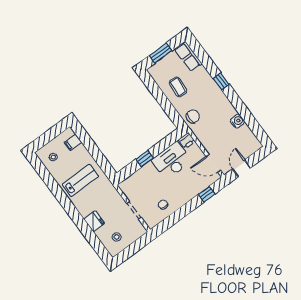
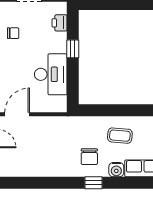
chair: (193, 116) -> (89, 157), moved
water cooler: (237, 121) -> (116, 170), moved
printer: (187, 141) -> (59, 23), moved

